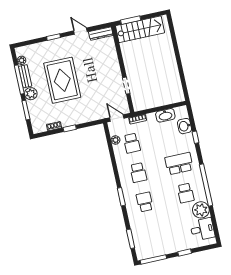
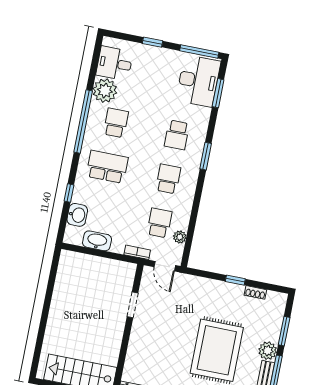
school desk: (179, 164) -> (107, 167), turned 180
desk: (146, 241) -> (198, 81), added

